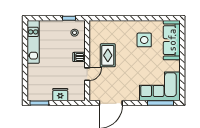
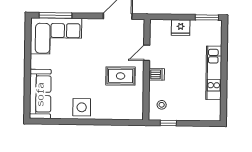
side table: (144, 40) -> (82, 107), moved
kitchen unit: (33, 42) -> (214, 73), moved
rug: (108, 55) -> (121, 76), turned 90

